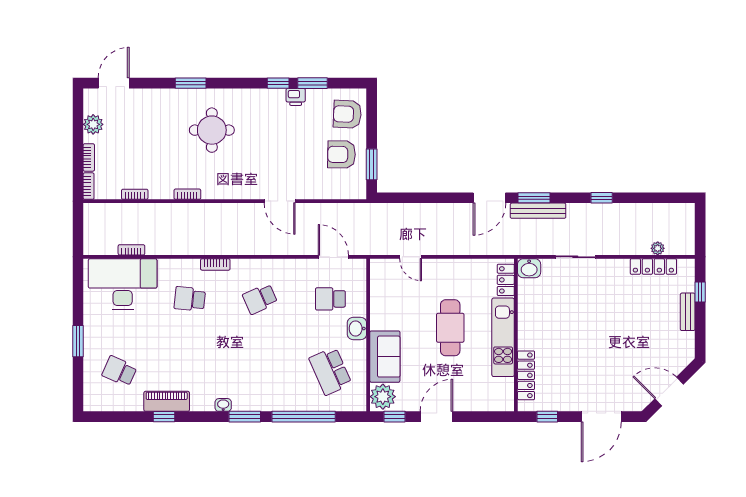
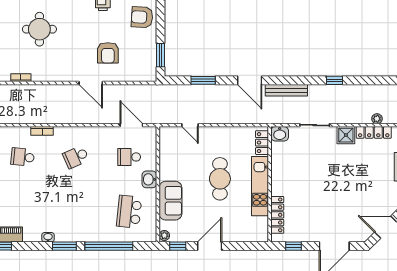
armchair: (342, 154) -> (108, 53), moved, turned -91
door: (489, 198) -> (250, 80), hinge flipped
window: (534, 198) -> (203, 80), moved
shower: (617, 270) -> (346, 135), added
school desk: (330, 371) -> (129, 212), turned 30
plant: (383, 397) -> (164, 236), width x0.53, depth x0.53

